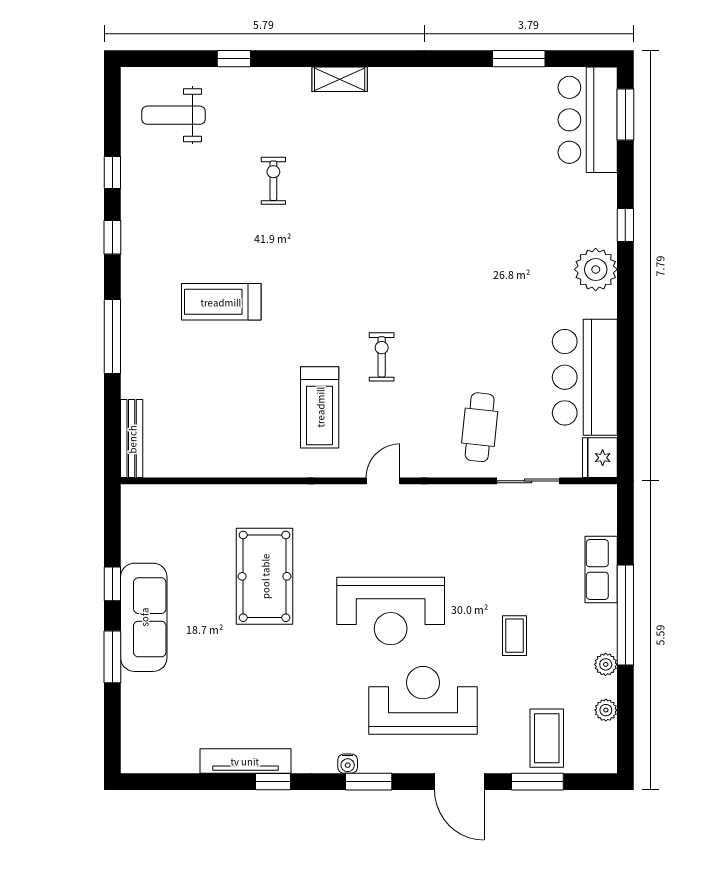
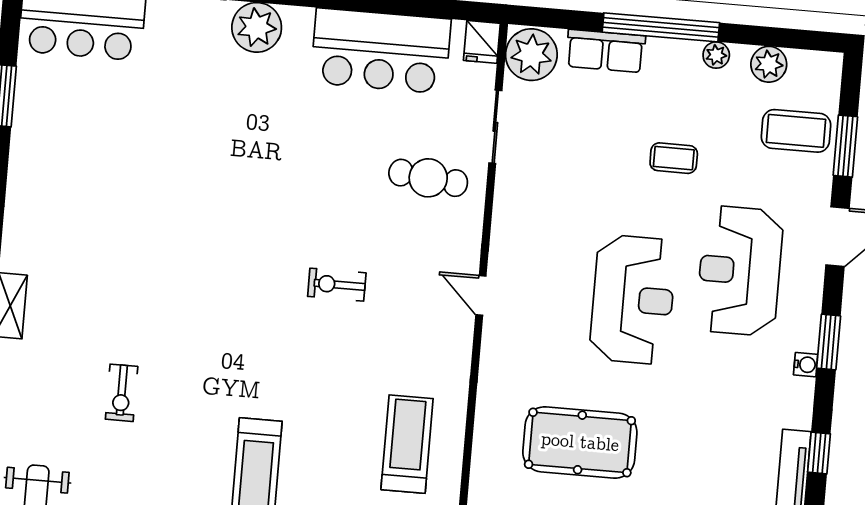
exercise bike: (273, 181) -> (122, 393), turned -90
treadmill: (320, 407) -> (407, 444), moved, turned -90
fridge: (600, 458) -> (482, 42), width x0.72
plant: (593, 506) -> (531, 55), added
plant: (606, 710) -> (769, 64), width x1.38, depth x1.38

